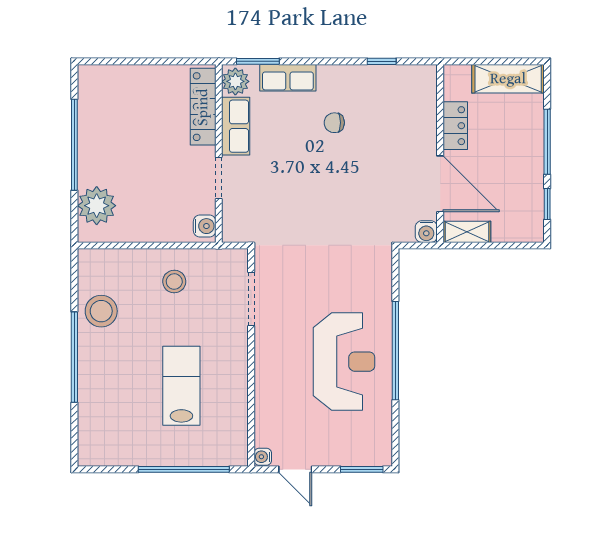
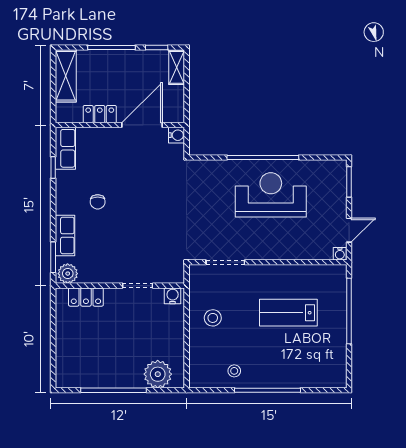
locker: (203, 107) -> (86, 297), width x0.66
row of seats: (236, 126) -> (65, 148), moved, turned 90
shelving: (467, 232) -> (177, 67), moved
stool: (101, 311) -> (234, 371), width x0.53, depth x0.53

